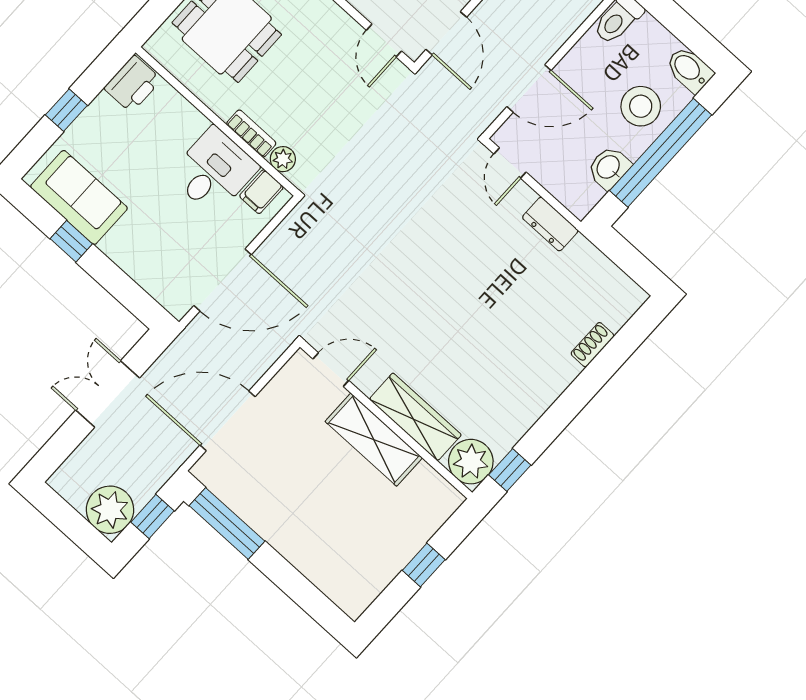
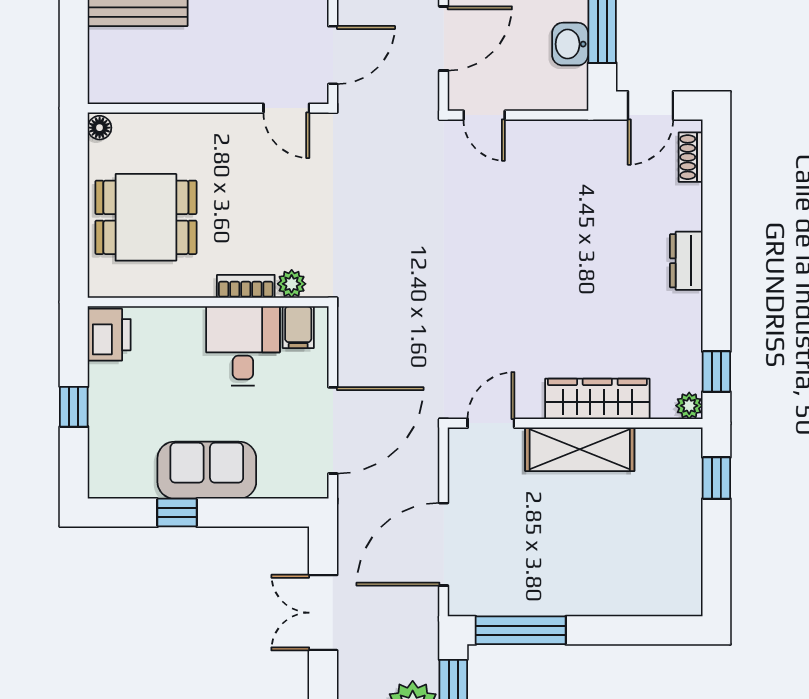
door: (446, 33) -> (333, 55), hinge flipped
sofa: (79, 197) -> (207, 470), moved
dresser: (550, 224) -> (686, 261), moved, turned 90
door: (625, 256) -> (650, 105), added
shoe rack: (592, 345) -> (691, 157), moved
plant: (471, 462) -> (689, 406), width x0.53, depth x0.53
window: (424, 565) -> (716, 478), moved

